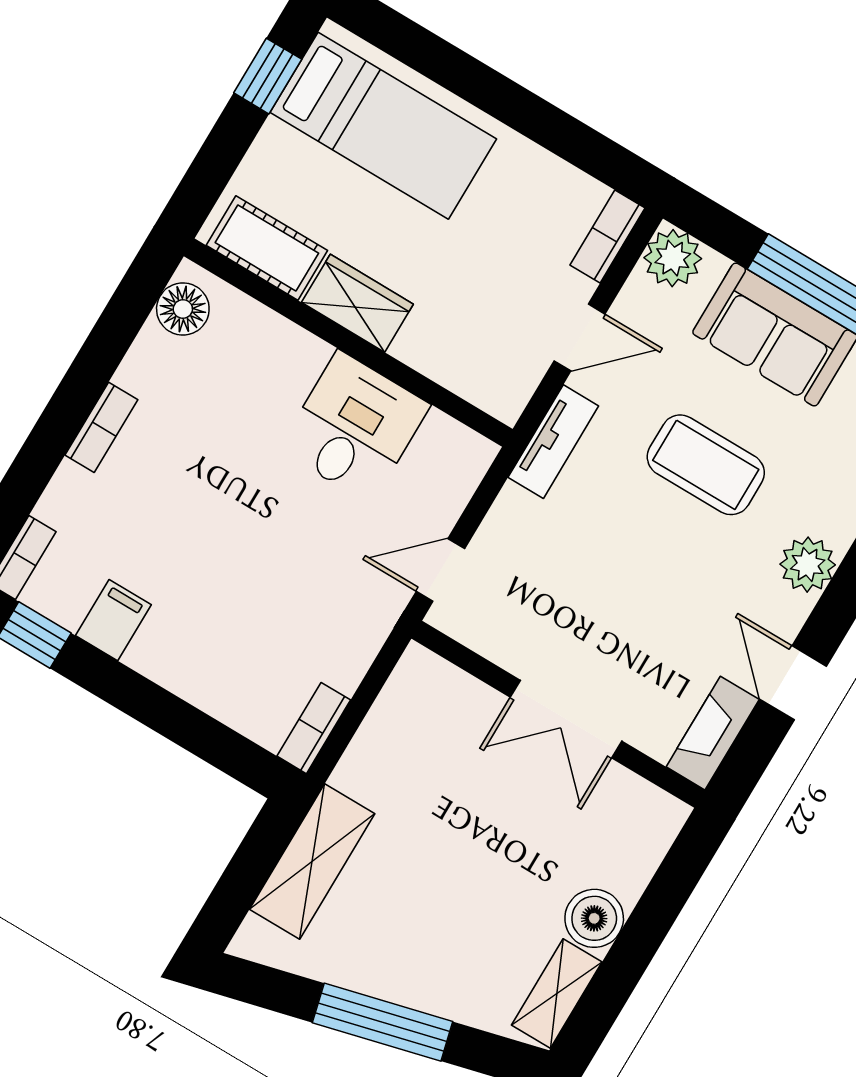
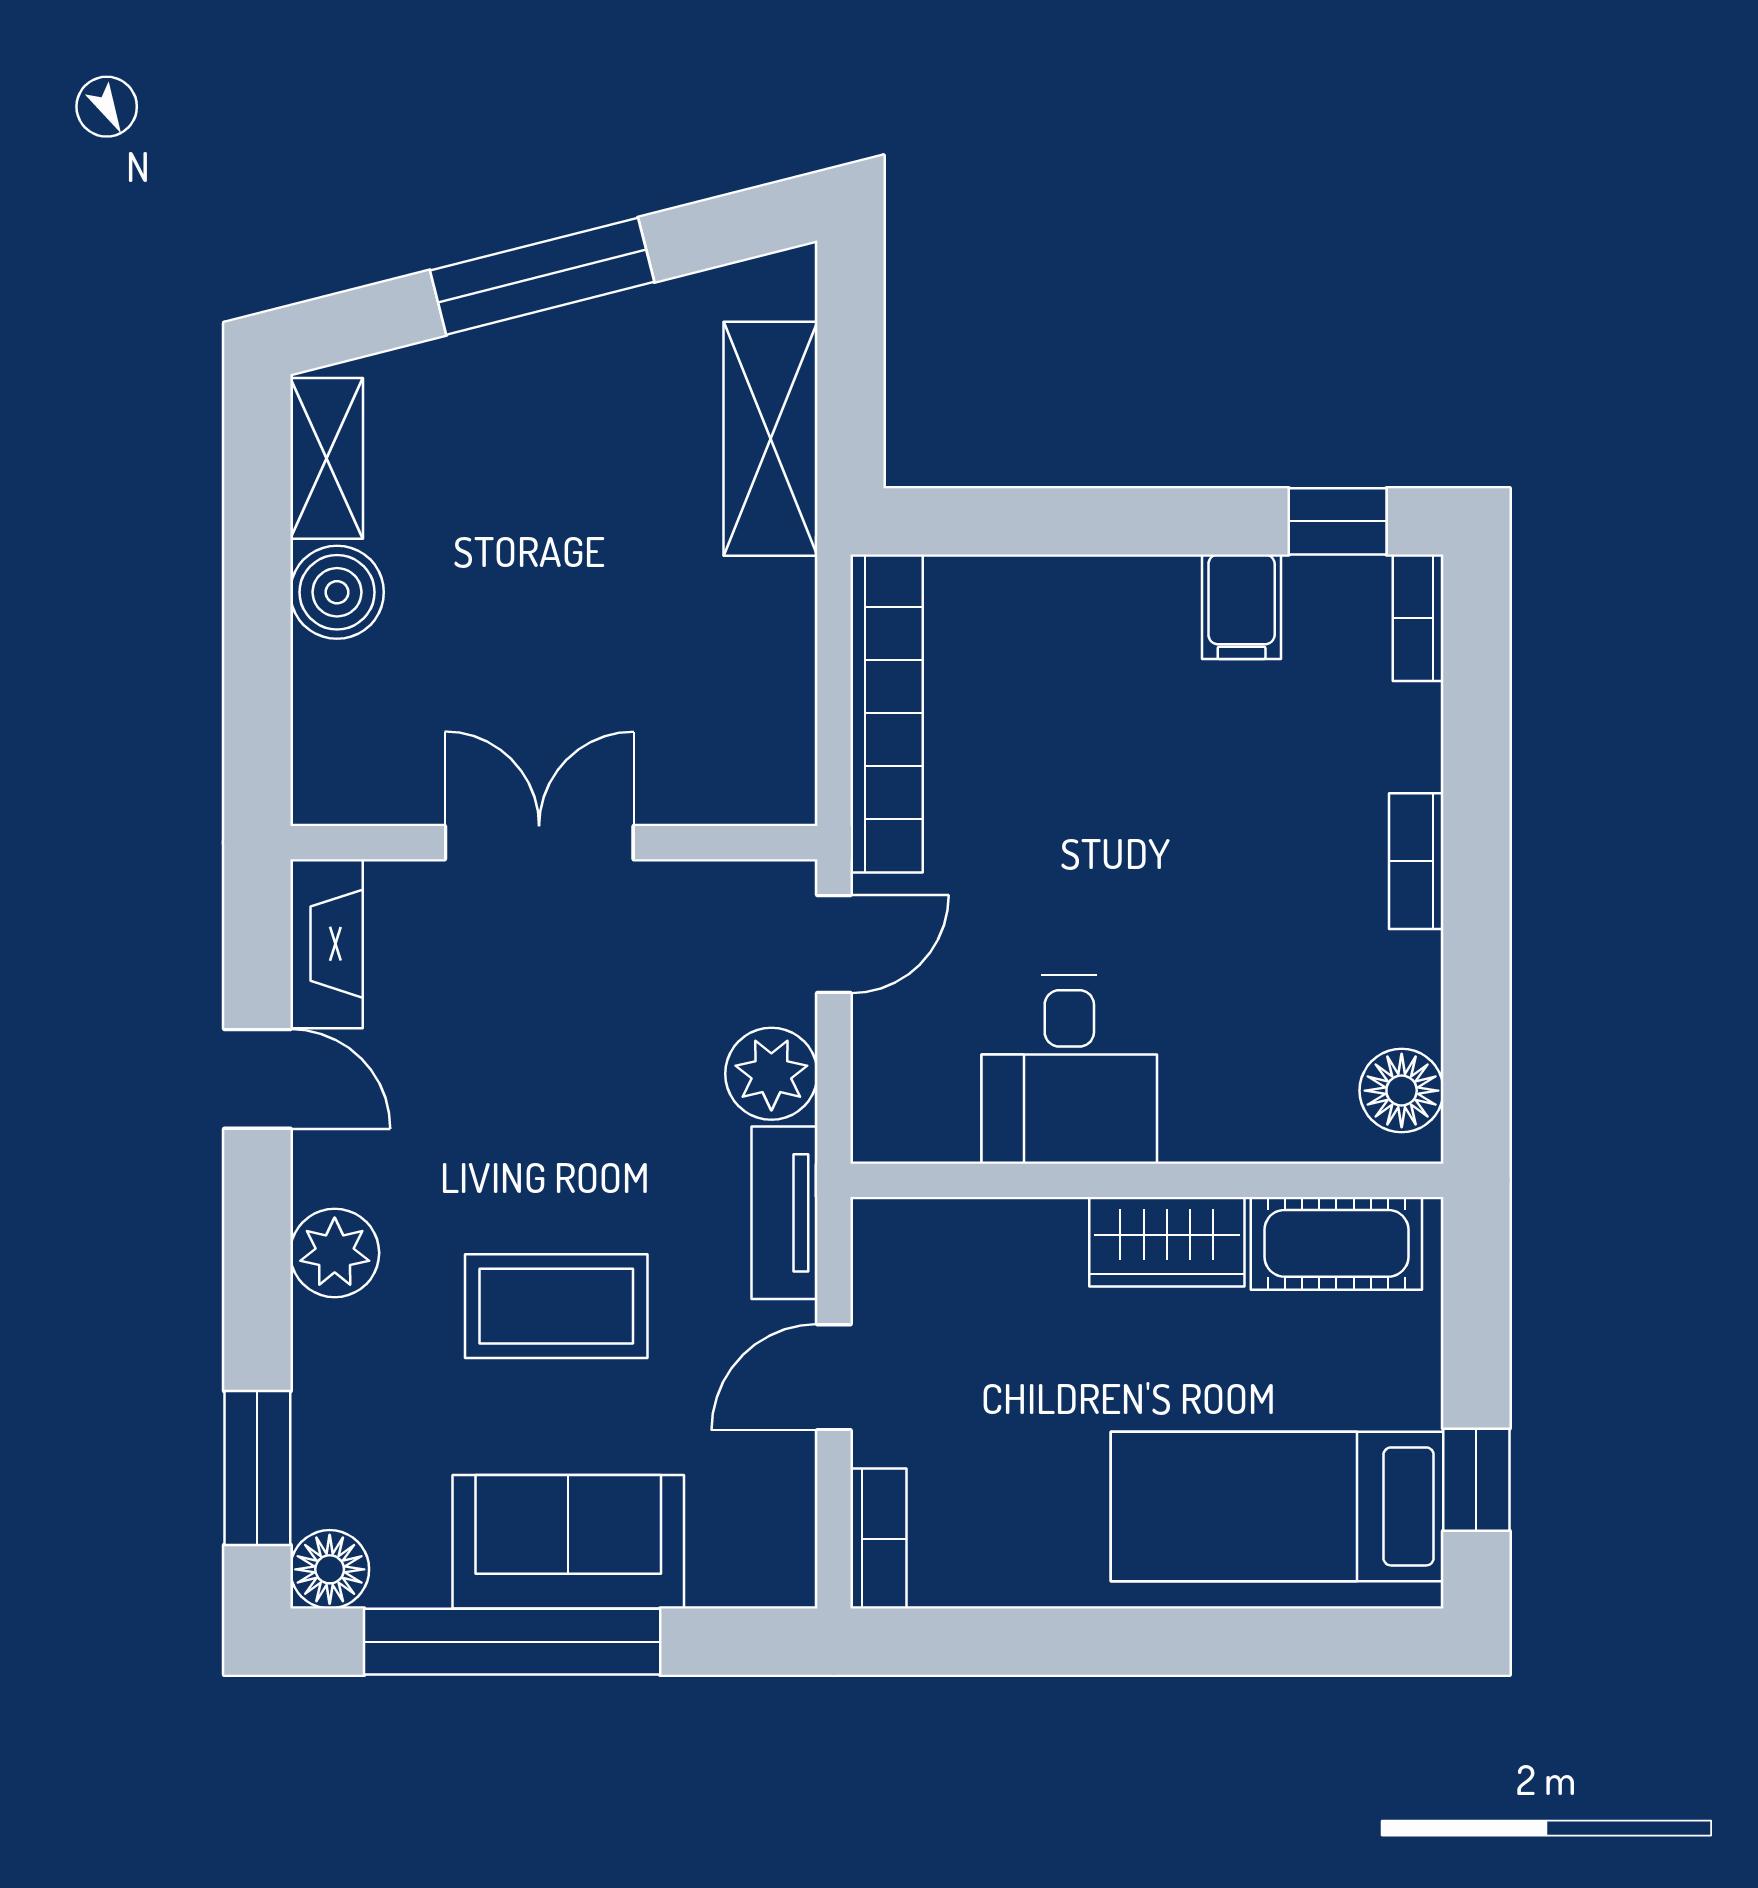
plant: (673, 258) -> (771, 1074), moved
bookcase: (314, 728) -> (887, 713), width x2.31, depth x1.31

